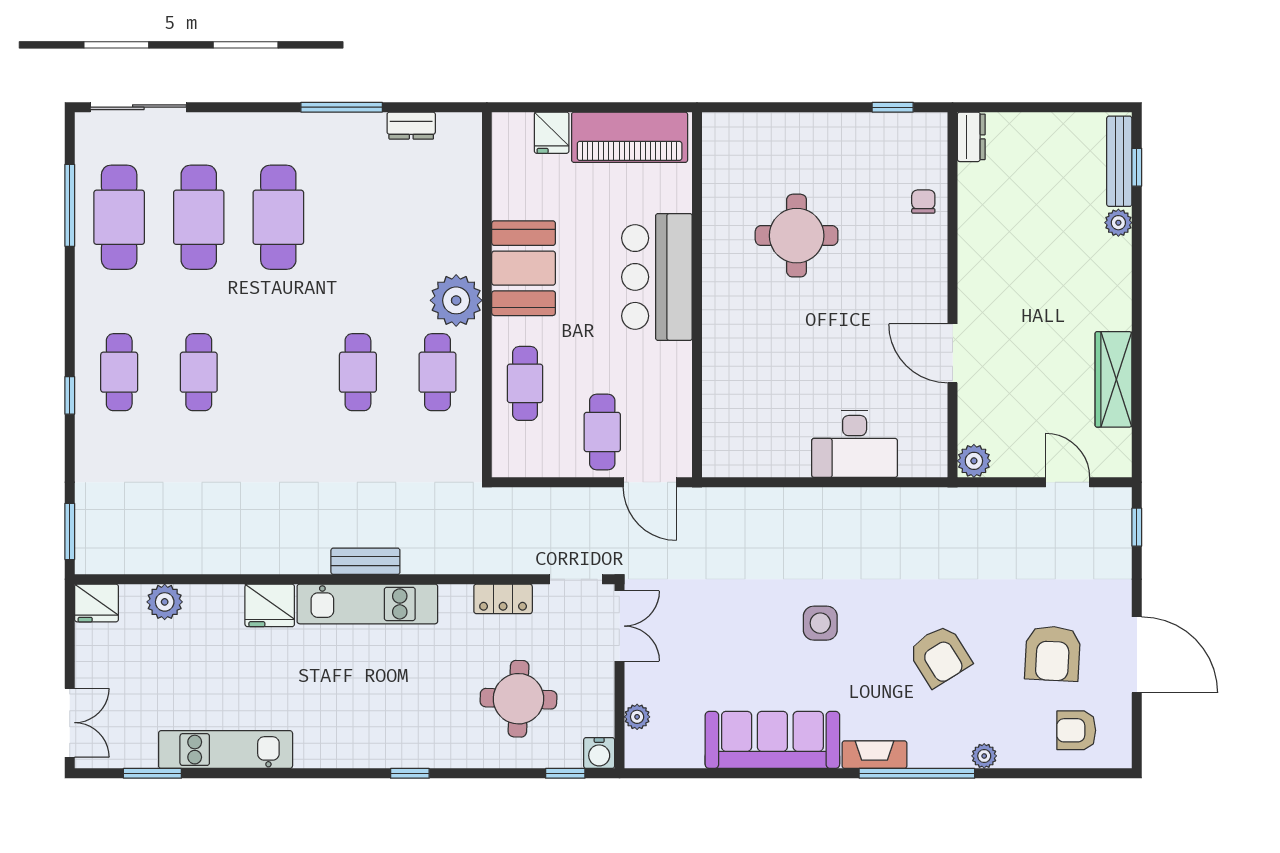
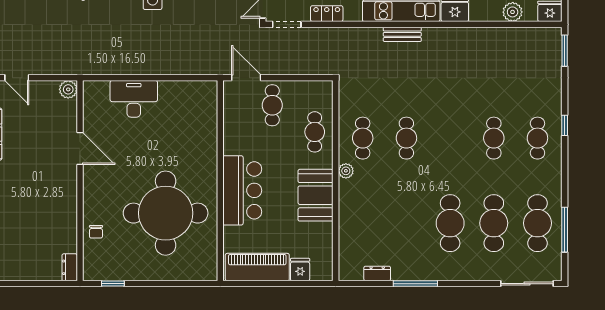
round table: (797, 236) -> (166, 213), width x1.86, depth x1.86
plant: (456, 300) -> (346, 171), width x0.53, depth x0.53

